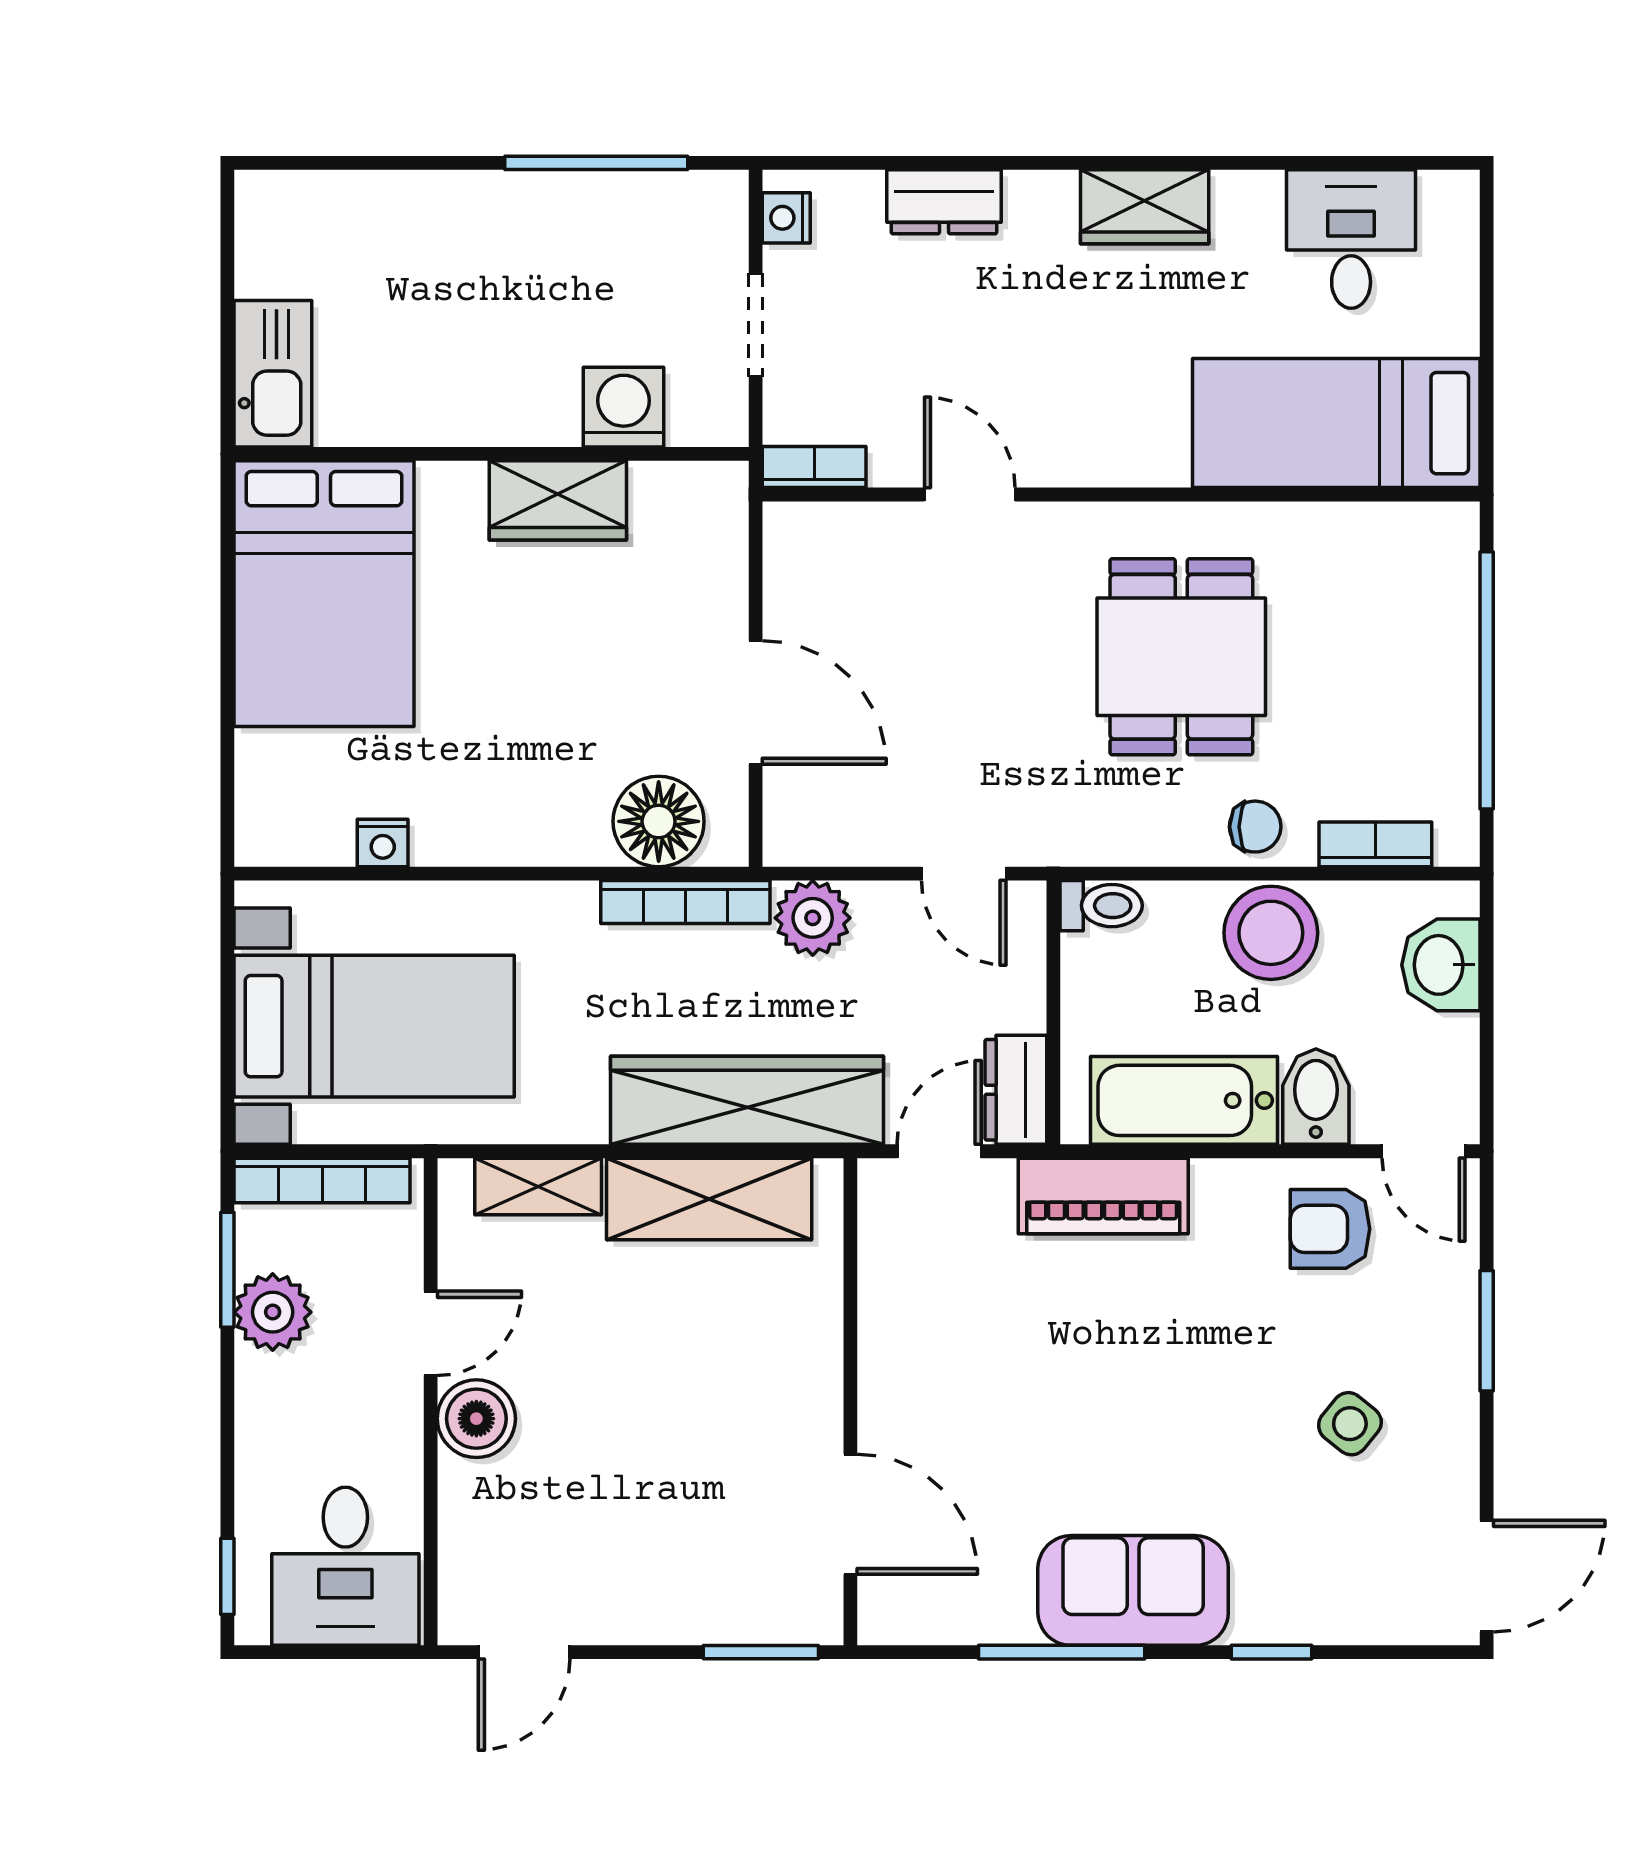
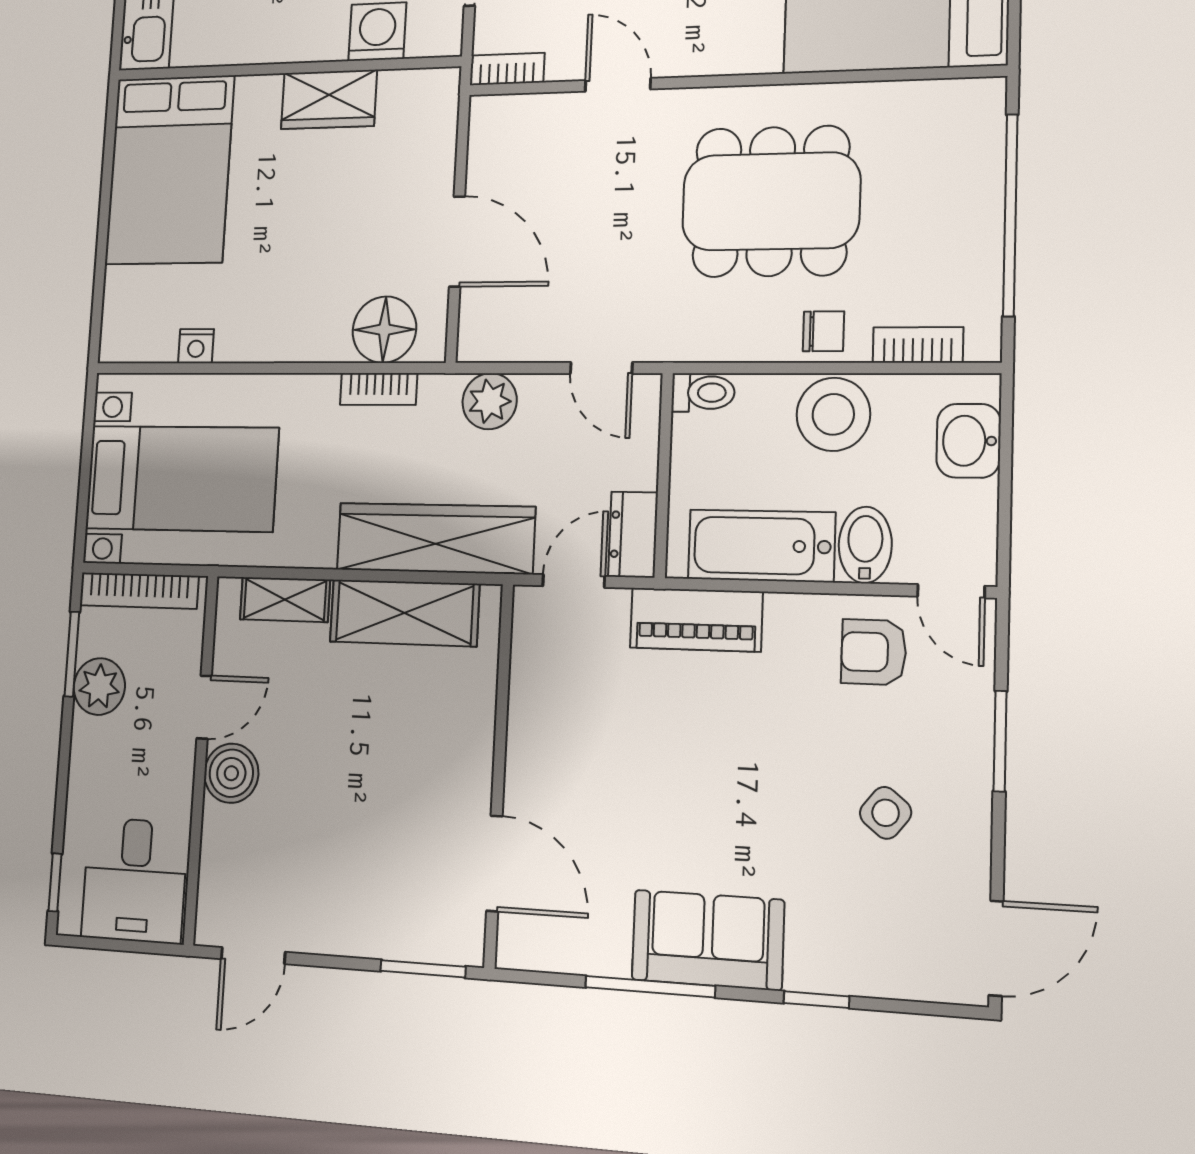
dining table: (1181, 657) -> (771, 201), width x1.38
bookcase: (685, 902) -> (379, 389), width x0.64

